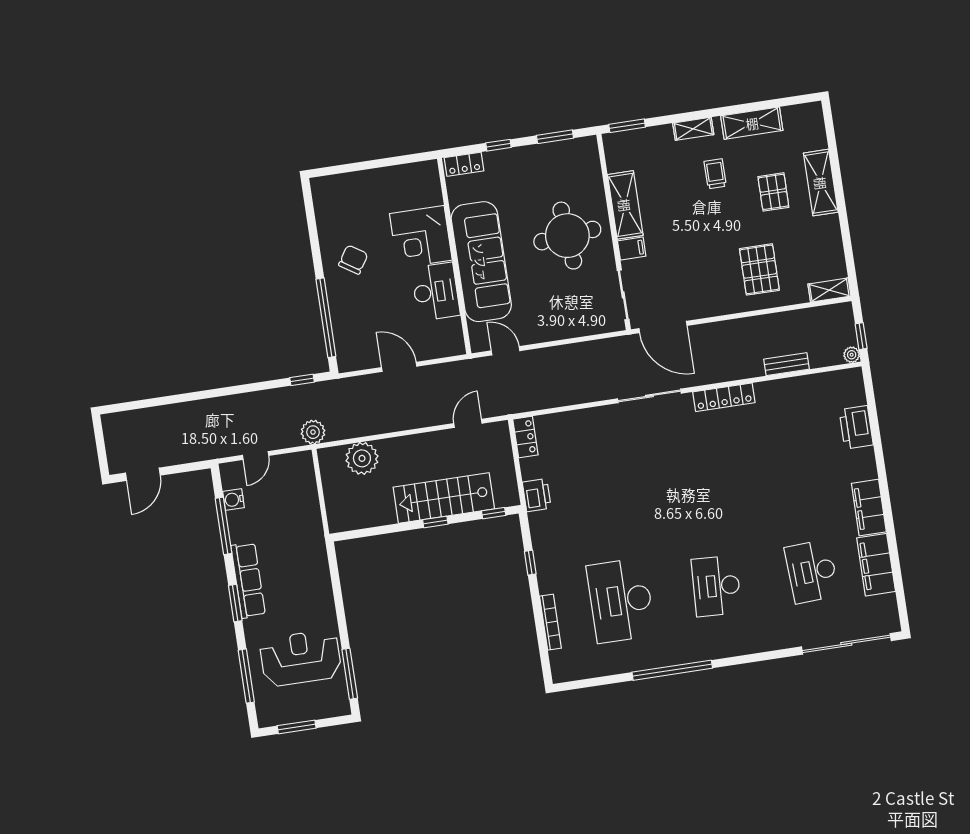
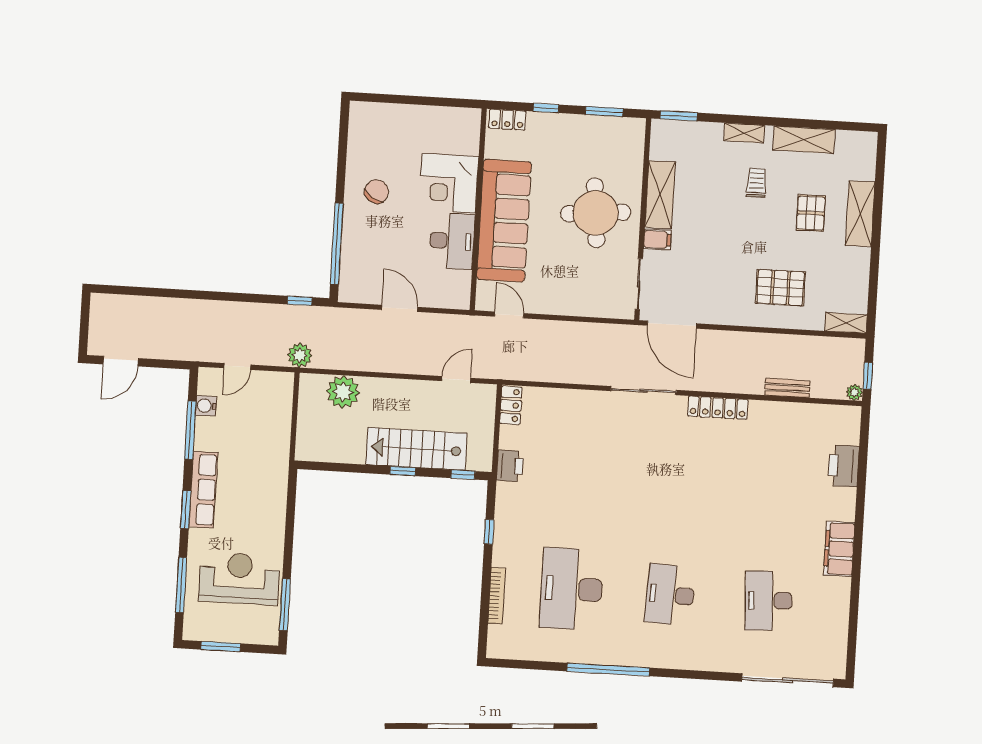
pallet: (759, 269) -> (780, 288), turned 90
filing cabinet: (876, 565) -> (834, 607), removed

